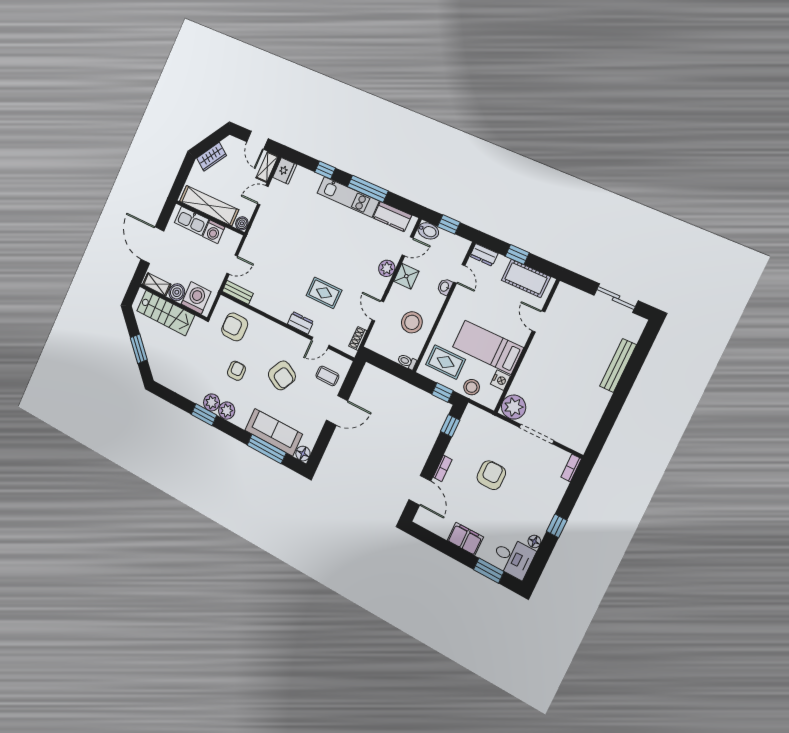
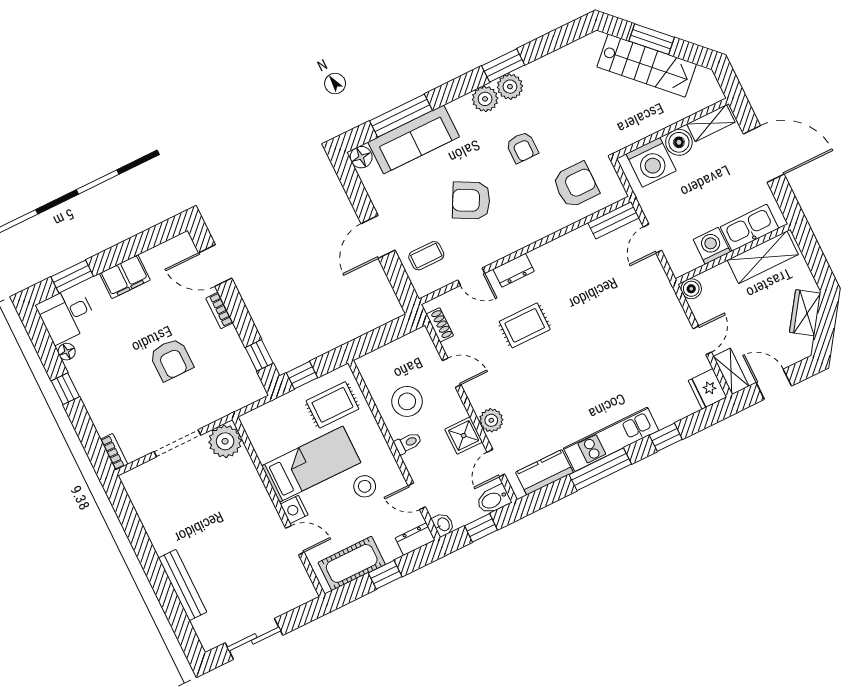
shelving: (209, 205) -> (763, 257), width x0.68
washbasin: (445, 287) -> (443, 524), moved
stairs: (166, 313) -> (647, 66), moved, turned -135
door: (320, 343) -> (471, 277), swing flipped
toilet: (407, 362) -> (408, 443), moved
nightstand: (500, 380) -> (294, 509), moved
stool: (472, 387) -> (365, 486), moved

